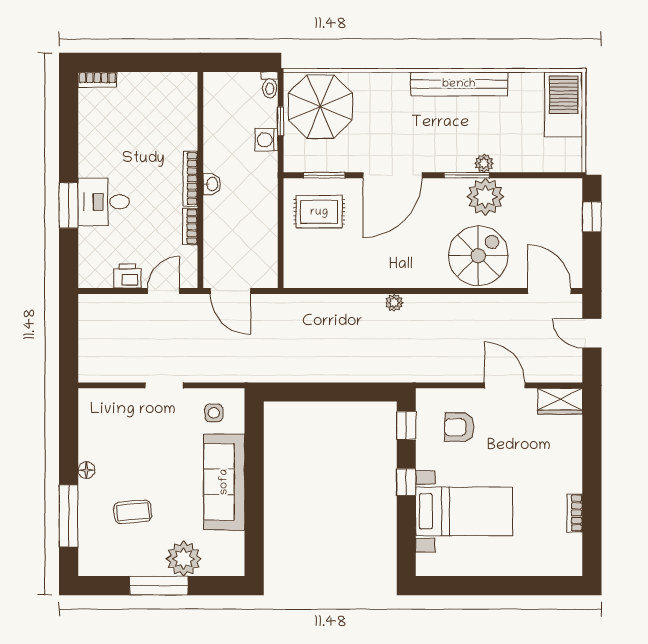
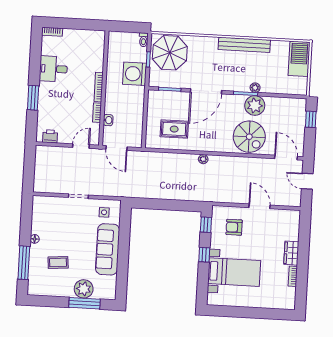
washing machine: (267, 140) -> (135, 74), width x1.89, depth x1.89
washbasin: (212, 184) -> (108, 120), moved
desk: (104, 202) -> (53, 69), moved
rug: (319, 212) -> (174, 129), moved
spiral stairs: (478, 256) -> (249, 137), turned 90
printer: (127, 276) -> (50, 136), moved
wardrobe: (560, 401) -> (291, 253), moved, turned 90
window: (159, 586) -> (84, 303), moved

